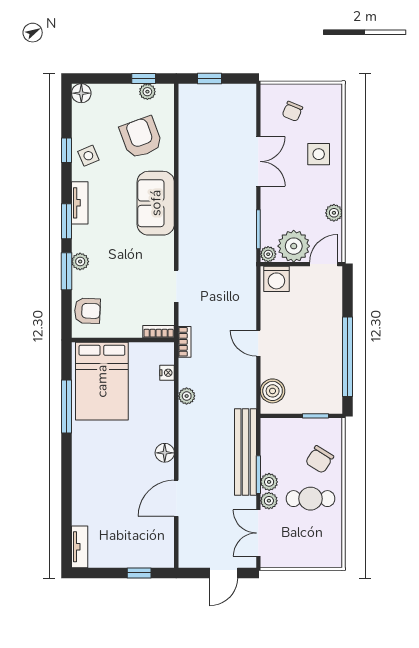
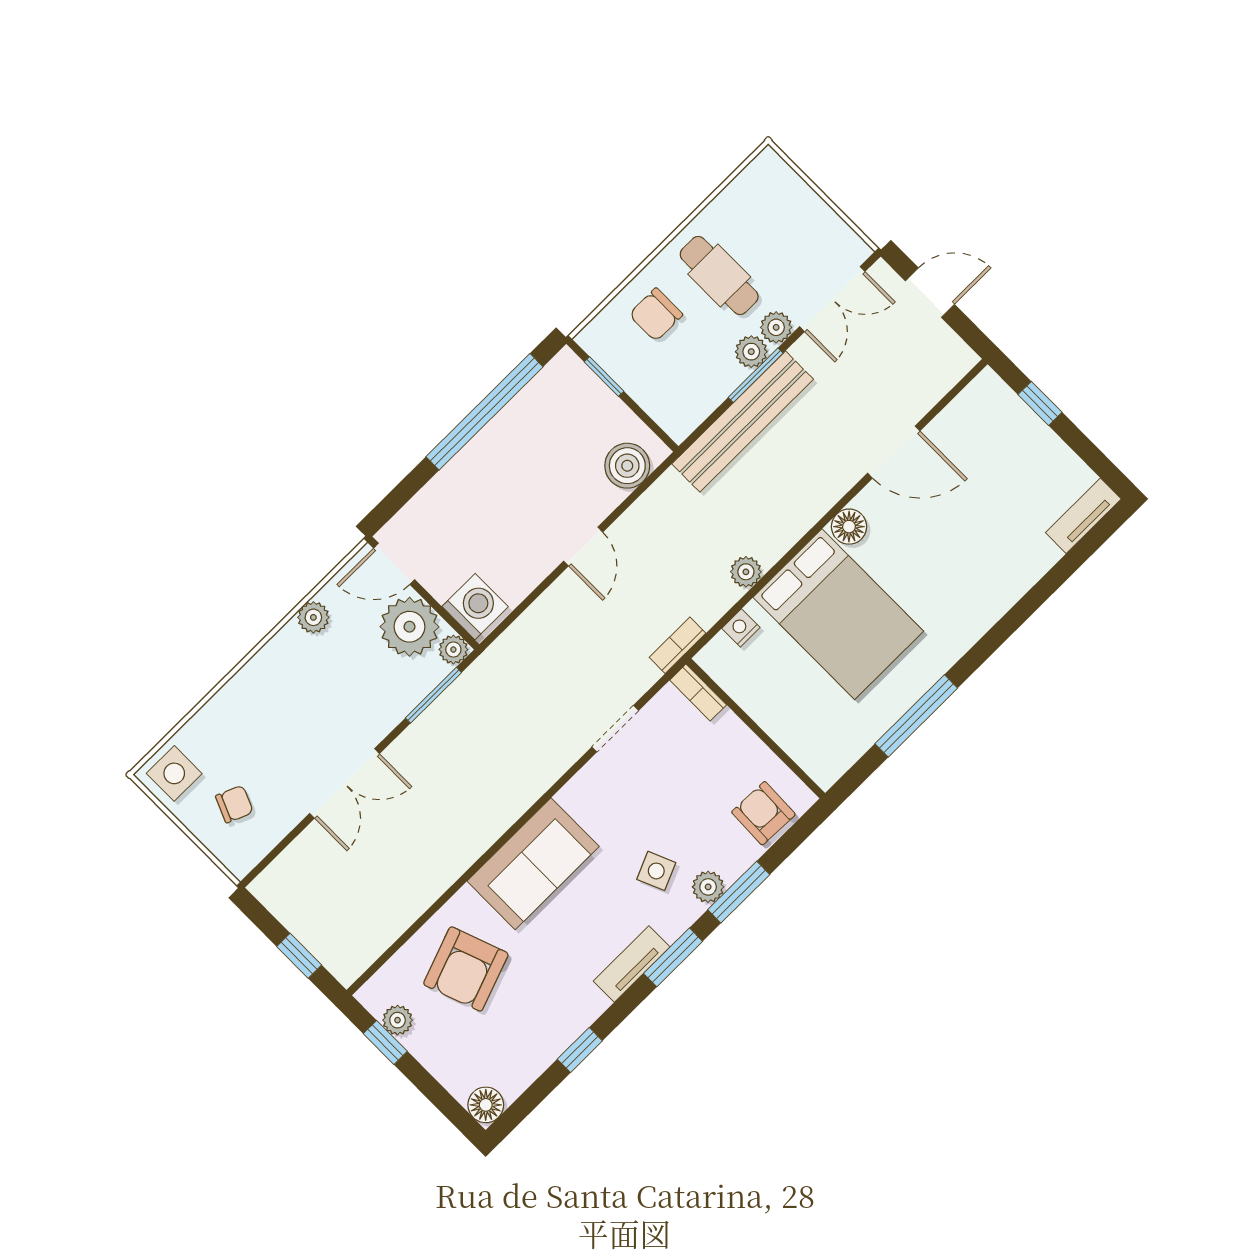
side table: (319, 154) -> (174, 773), moved
side table: (88, 156) -> (656, 871), moved
double door: (258, 161) -> (345, 783), swing flipped
bed: (102, 381) -> (838, 614), moved, turned 90
chair: (320, 459) -> (656, 315), turned 148

